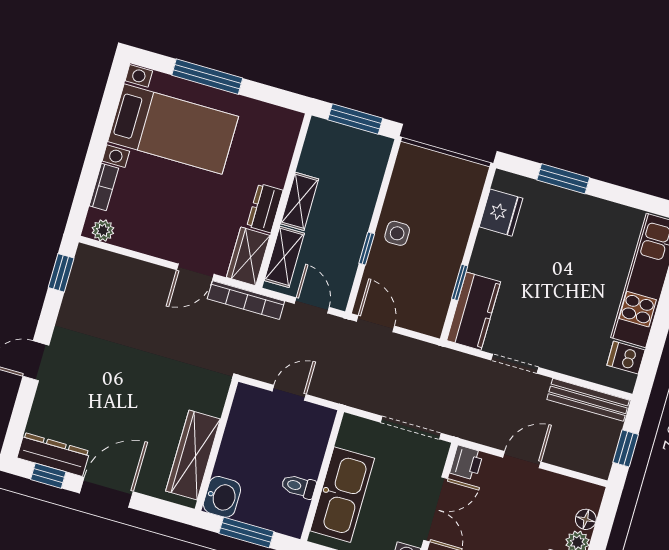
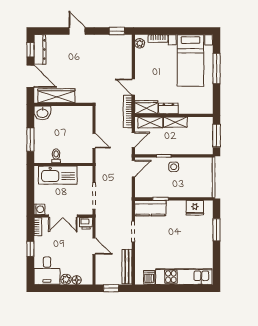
wall: (216, 445) -> (63, 104), moved
wardrobe: (193, 455) -> (56, 96), moved
washbasin: (222, 497) -> (42, 113), moved

